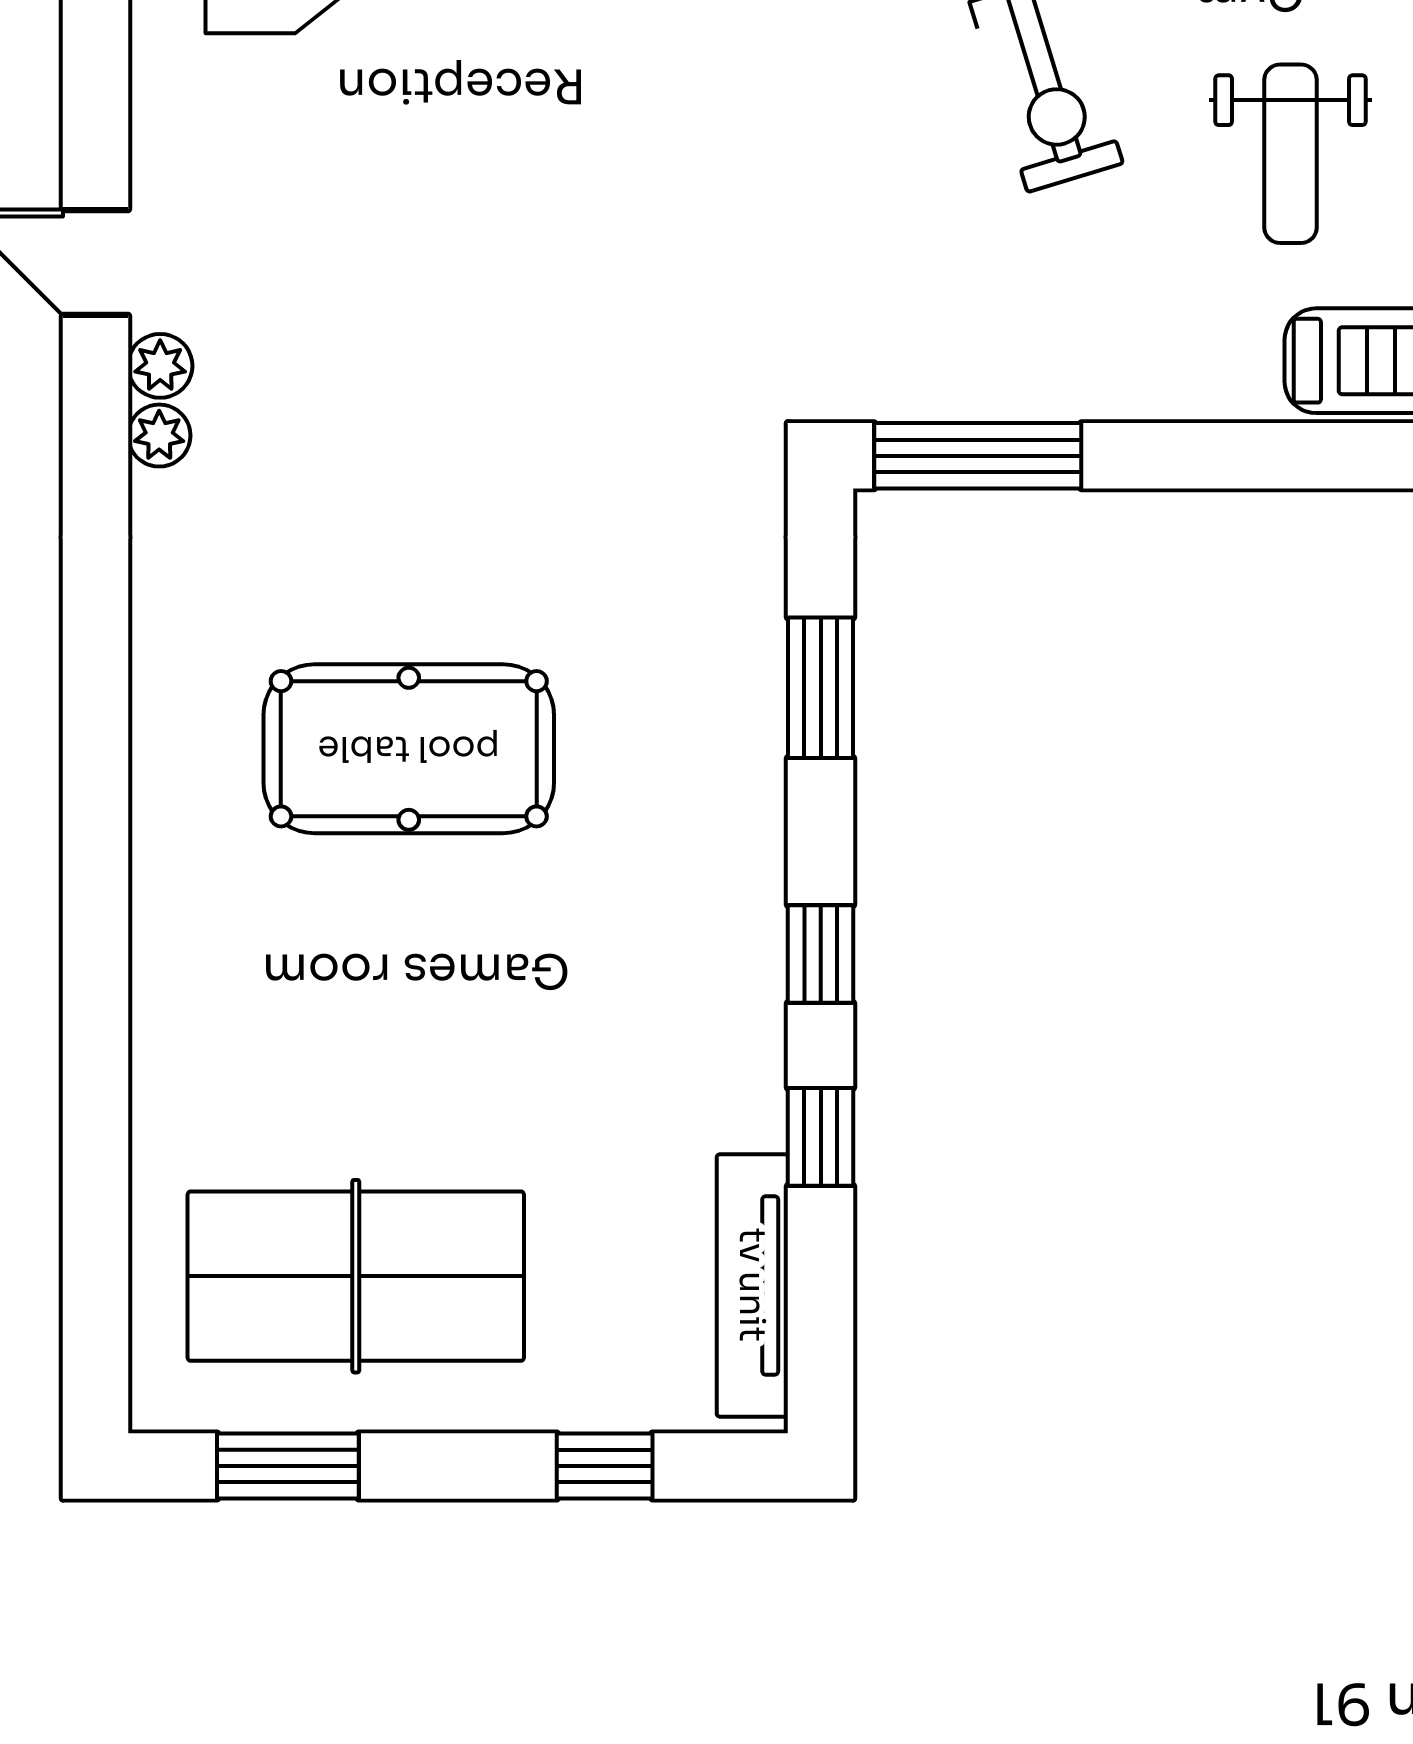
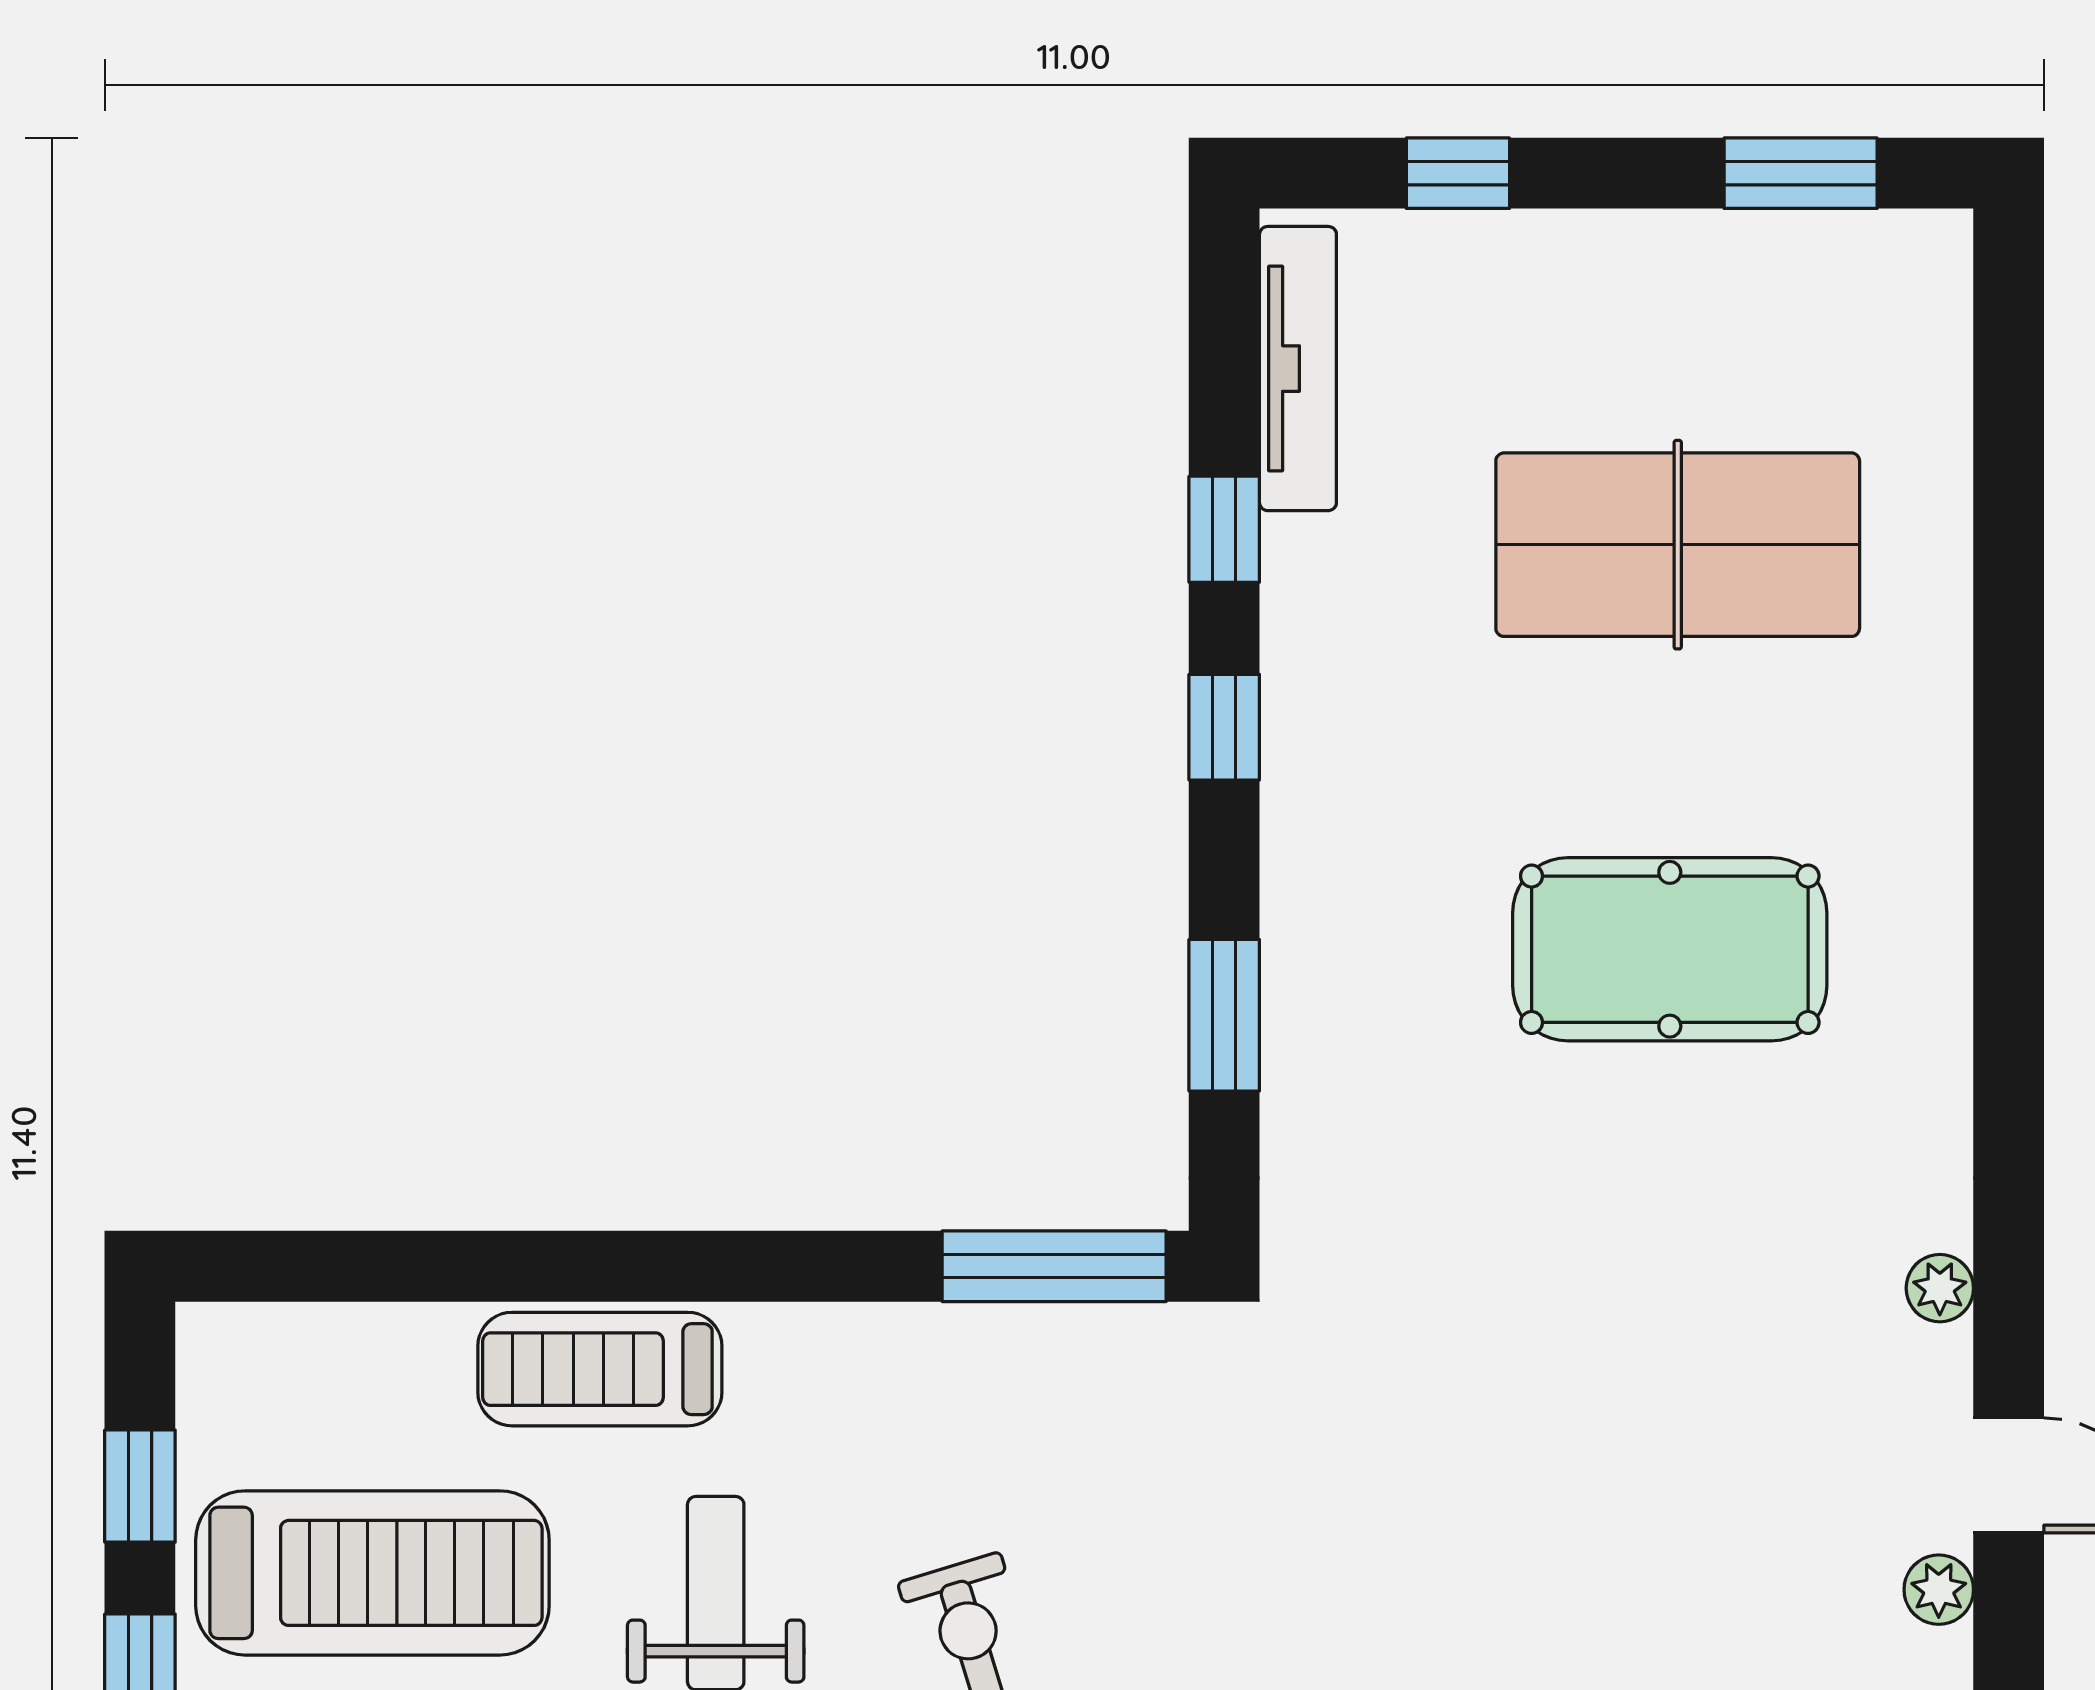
plant: (160, 366) -> (1939, 1590), moved
table tennis table: (356, 1276) -> (1678, 545), moved

